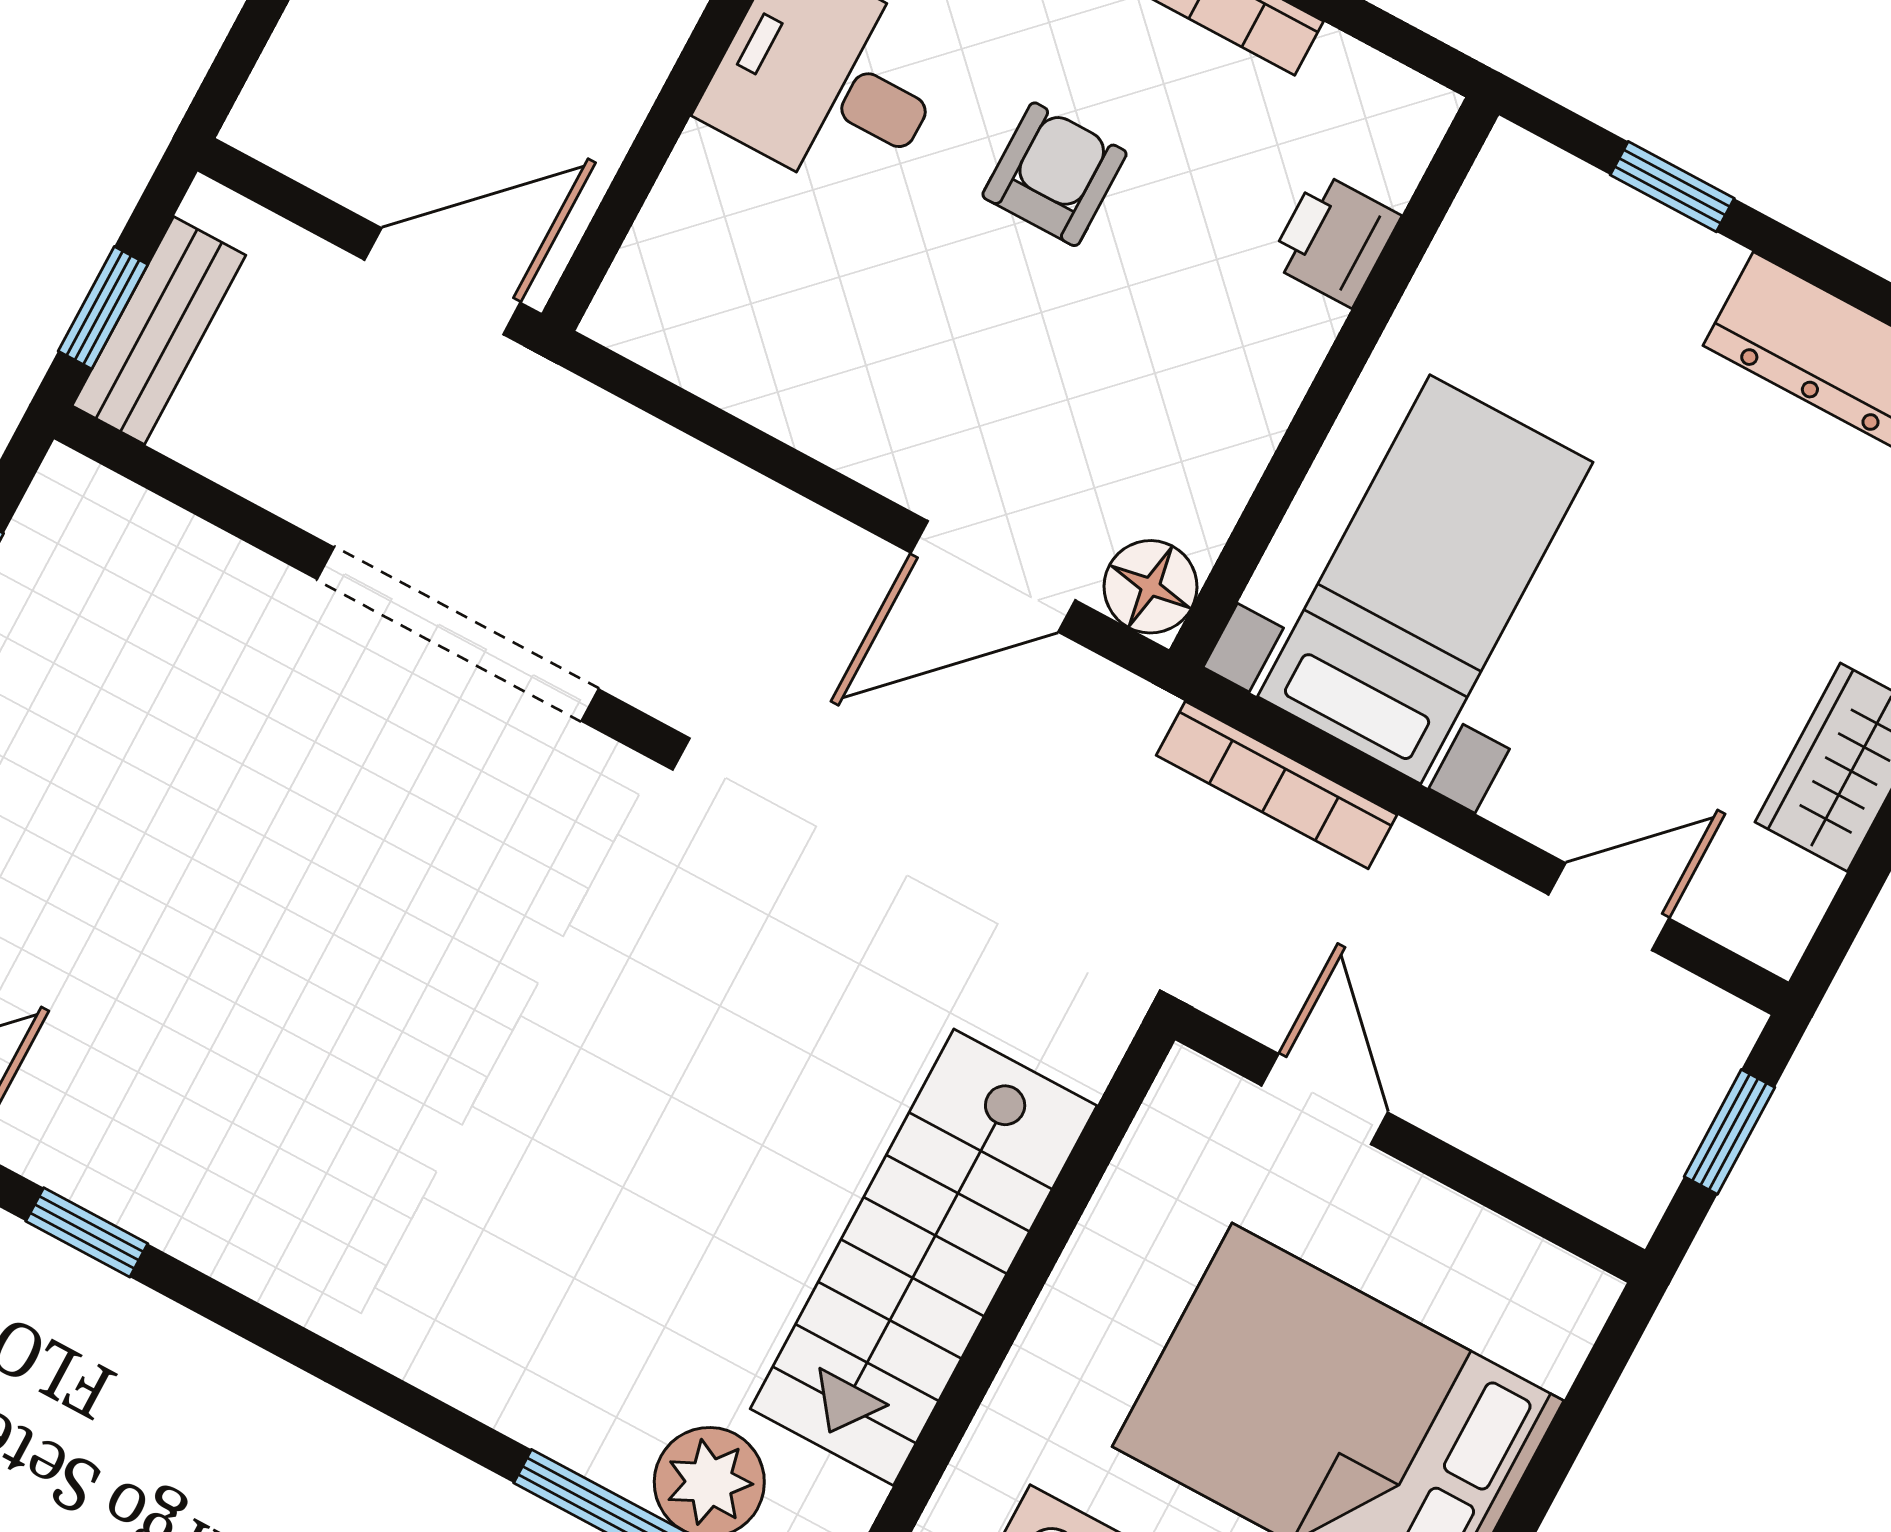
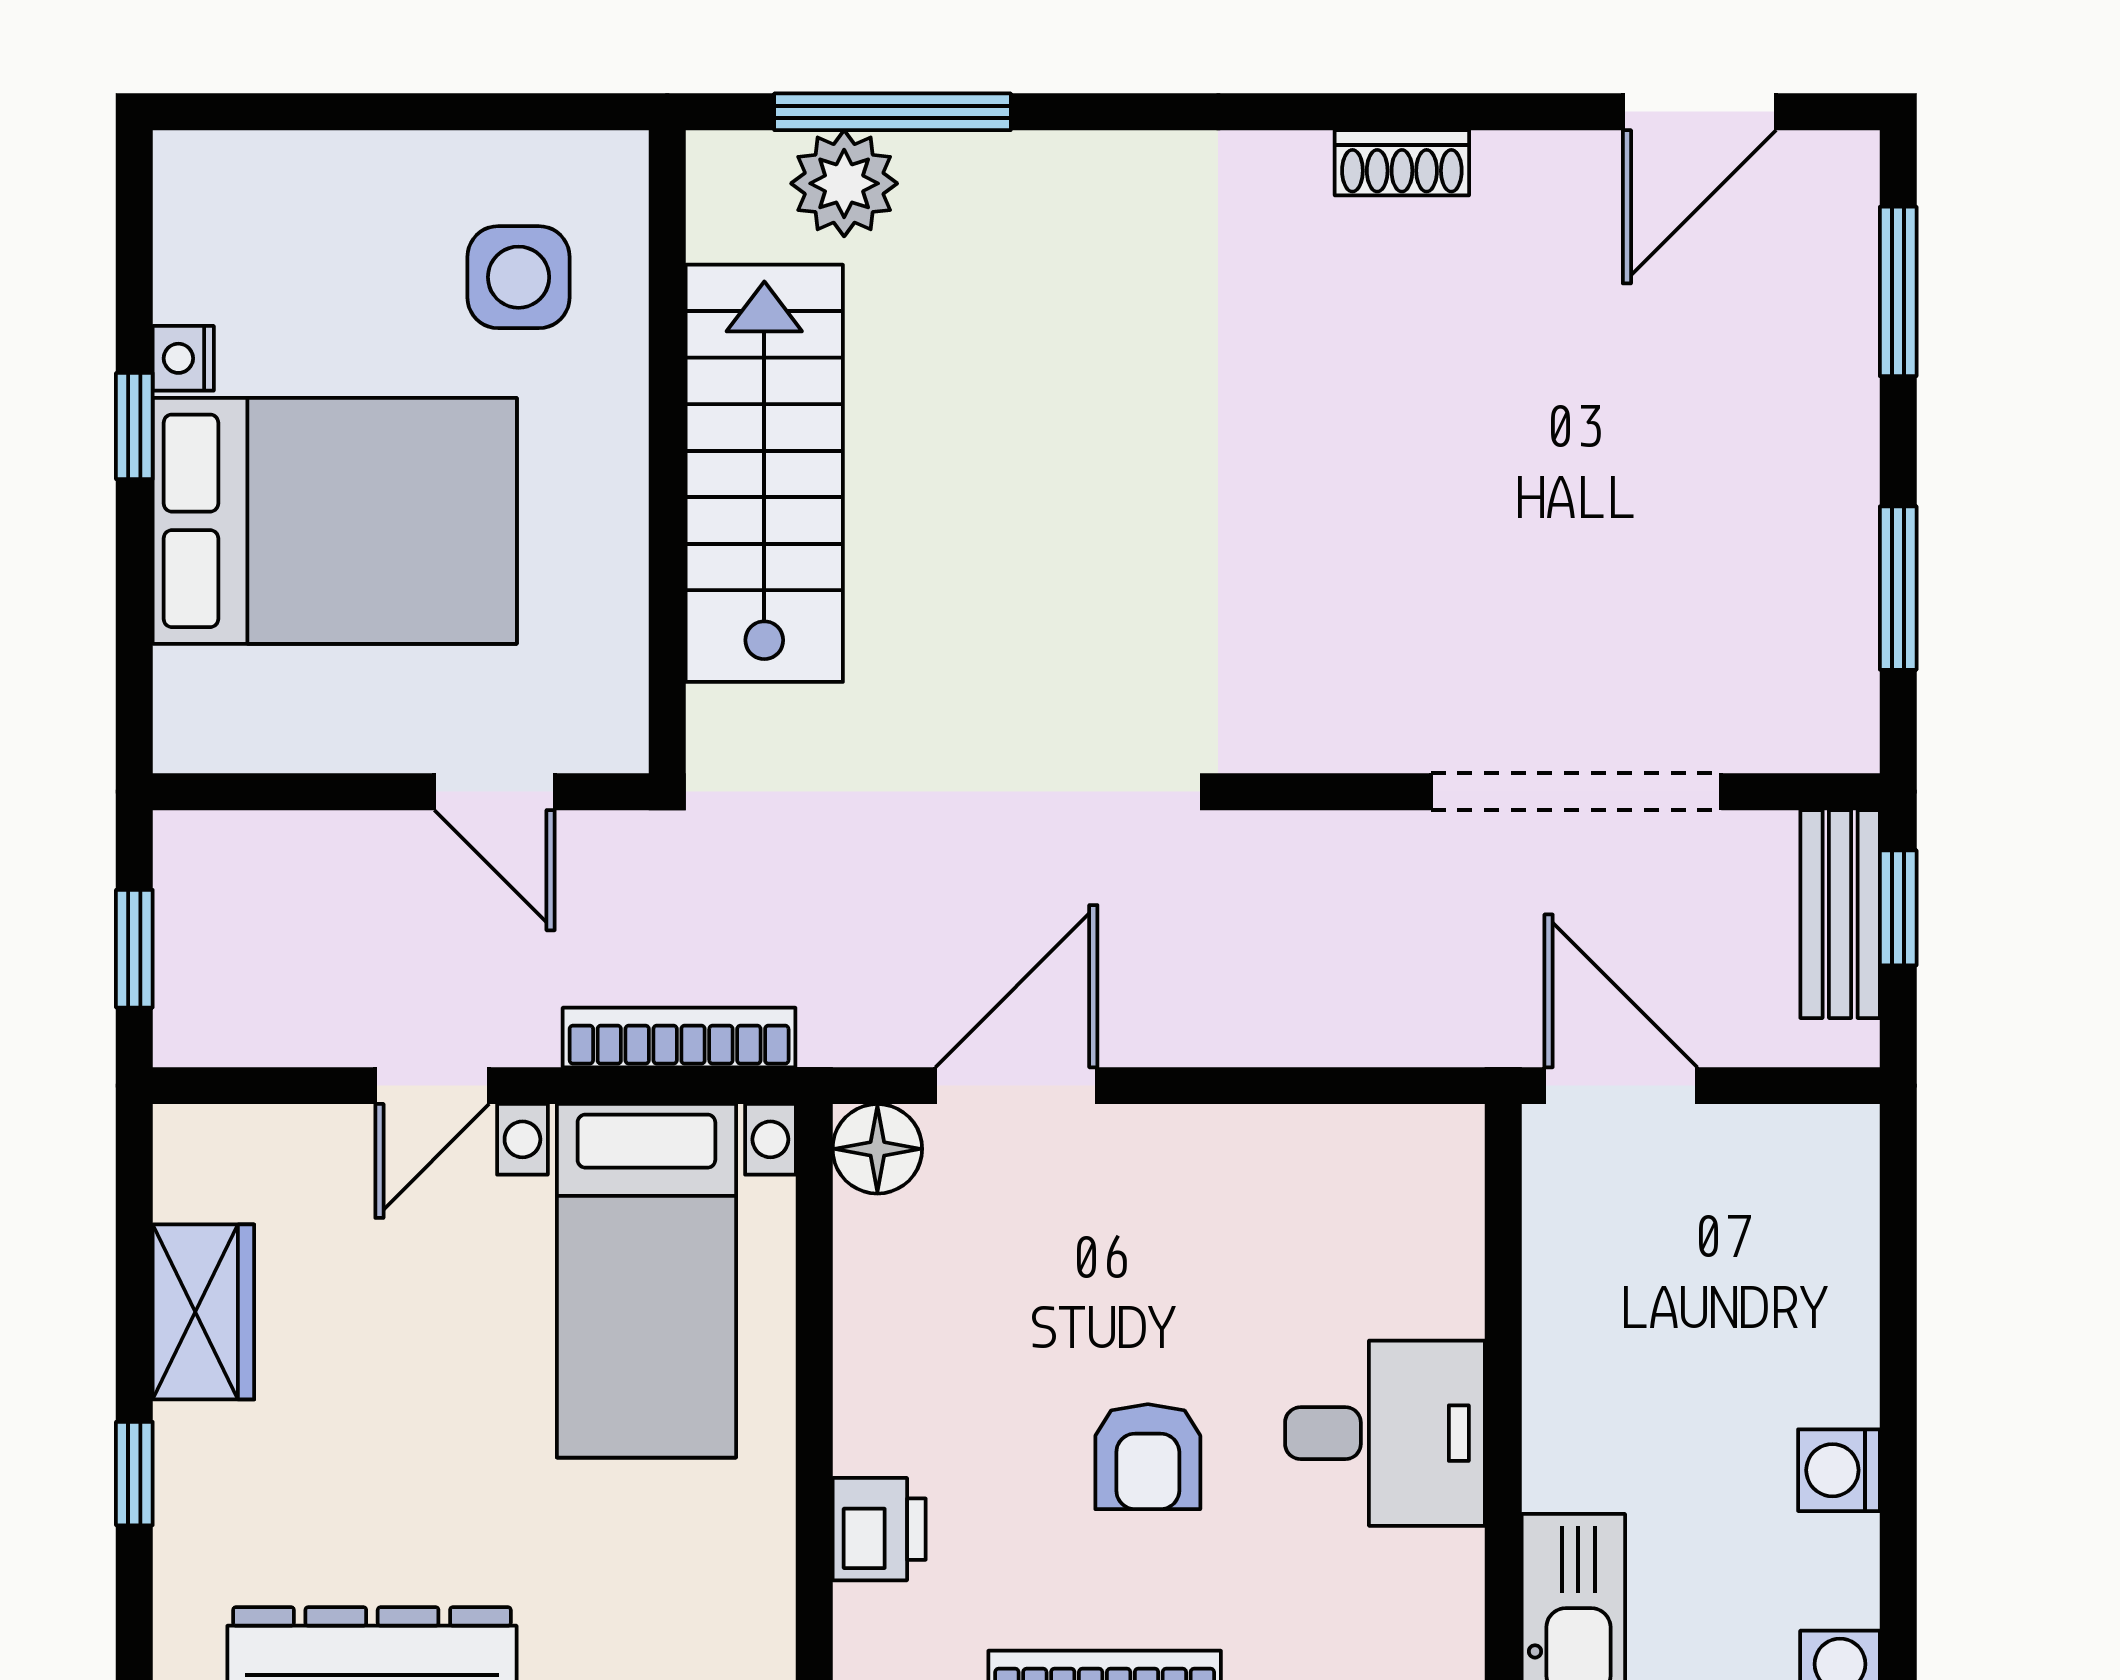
door: (442, 281) -> (1621, 1086), swing flipped
doorway: (458, 634) -> (1576, 792), moved
door: (1609, 907) -> (432, 1086), moved
shoe rack: (191, 1229) -> (1402, 163), added
window: (87, 1232) -> (1489, 112), removed

